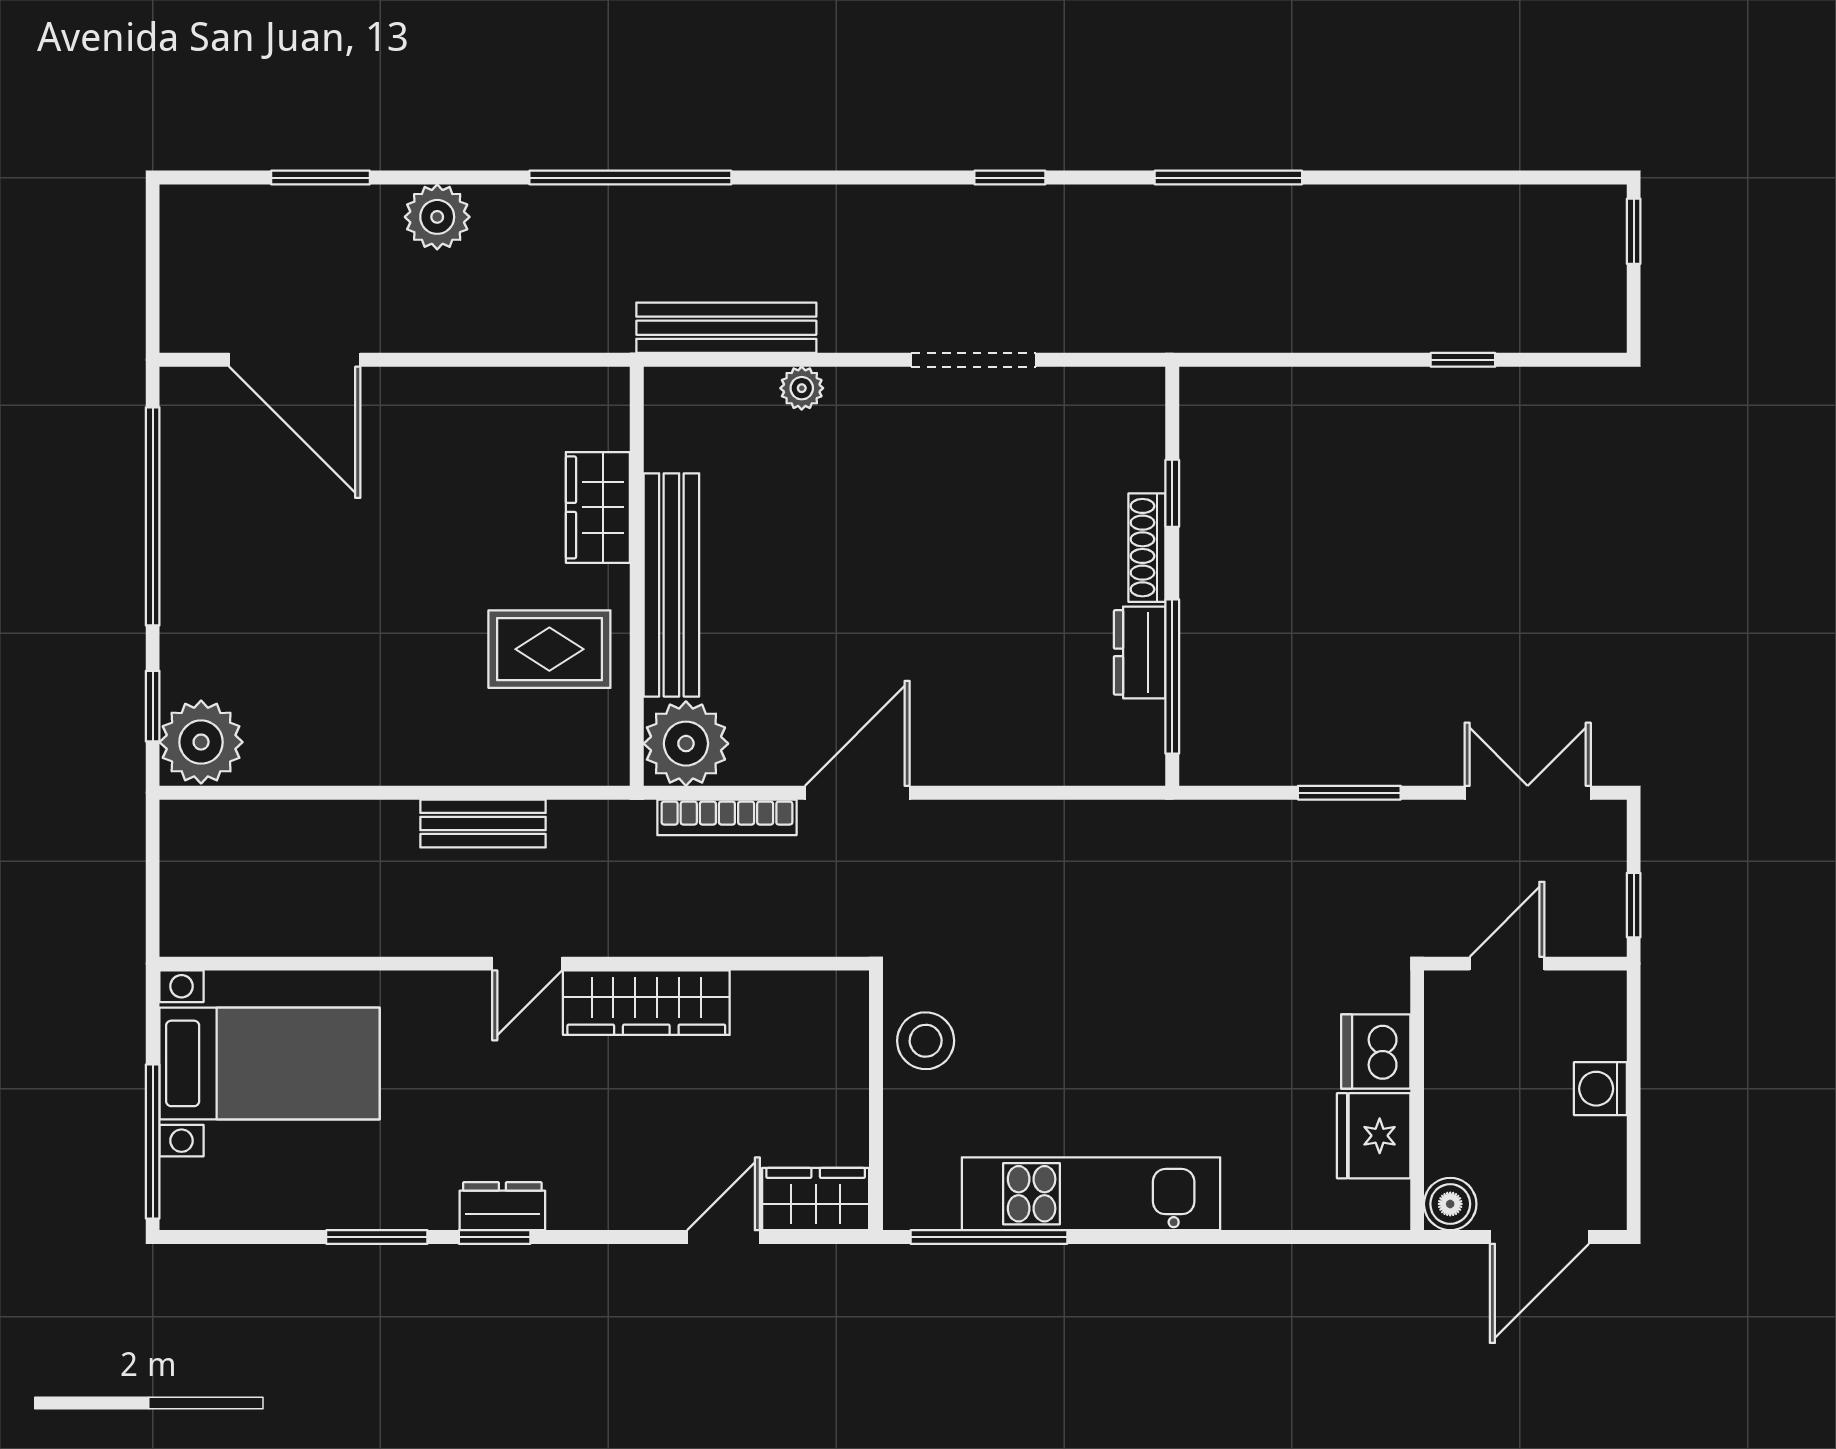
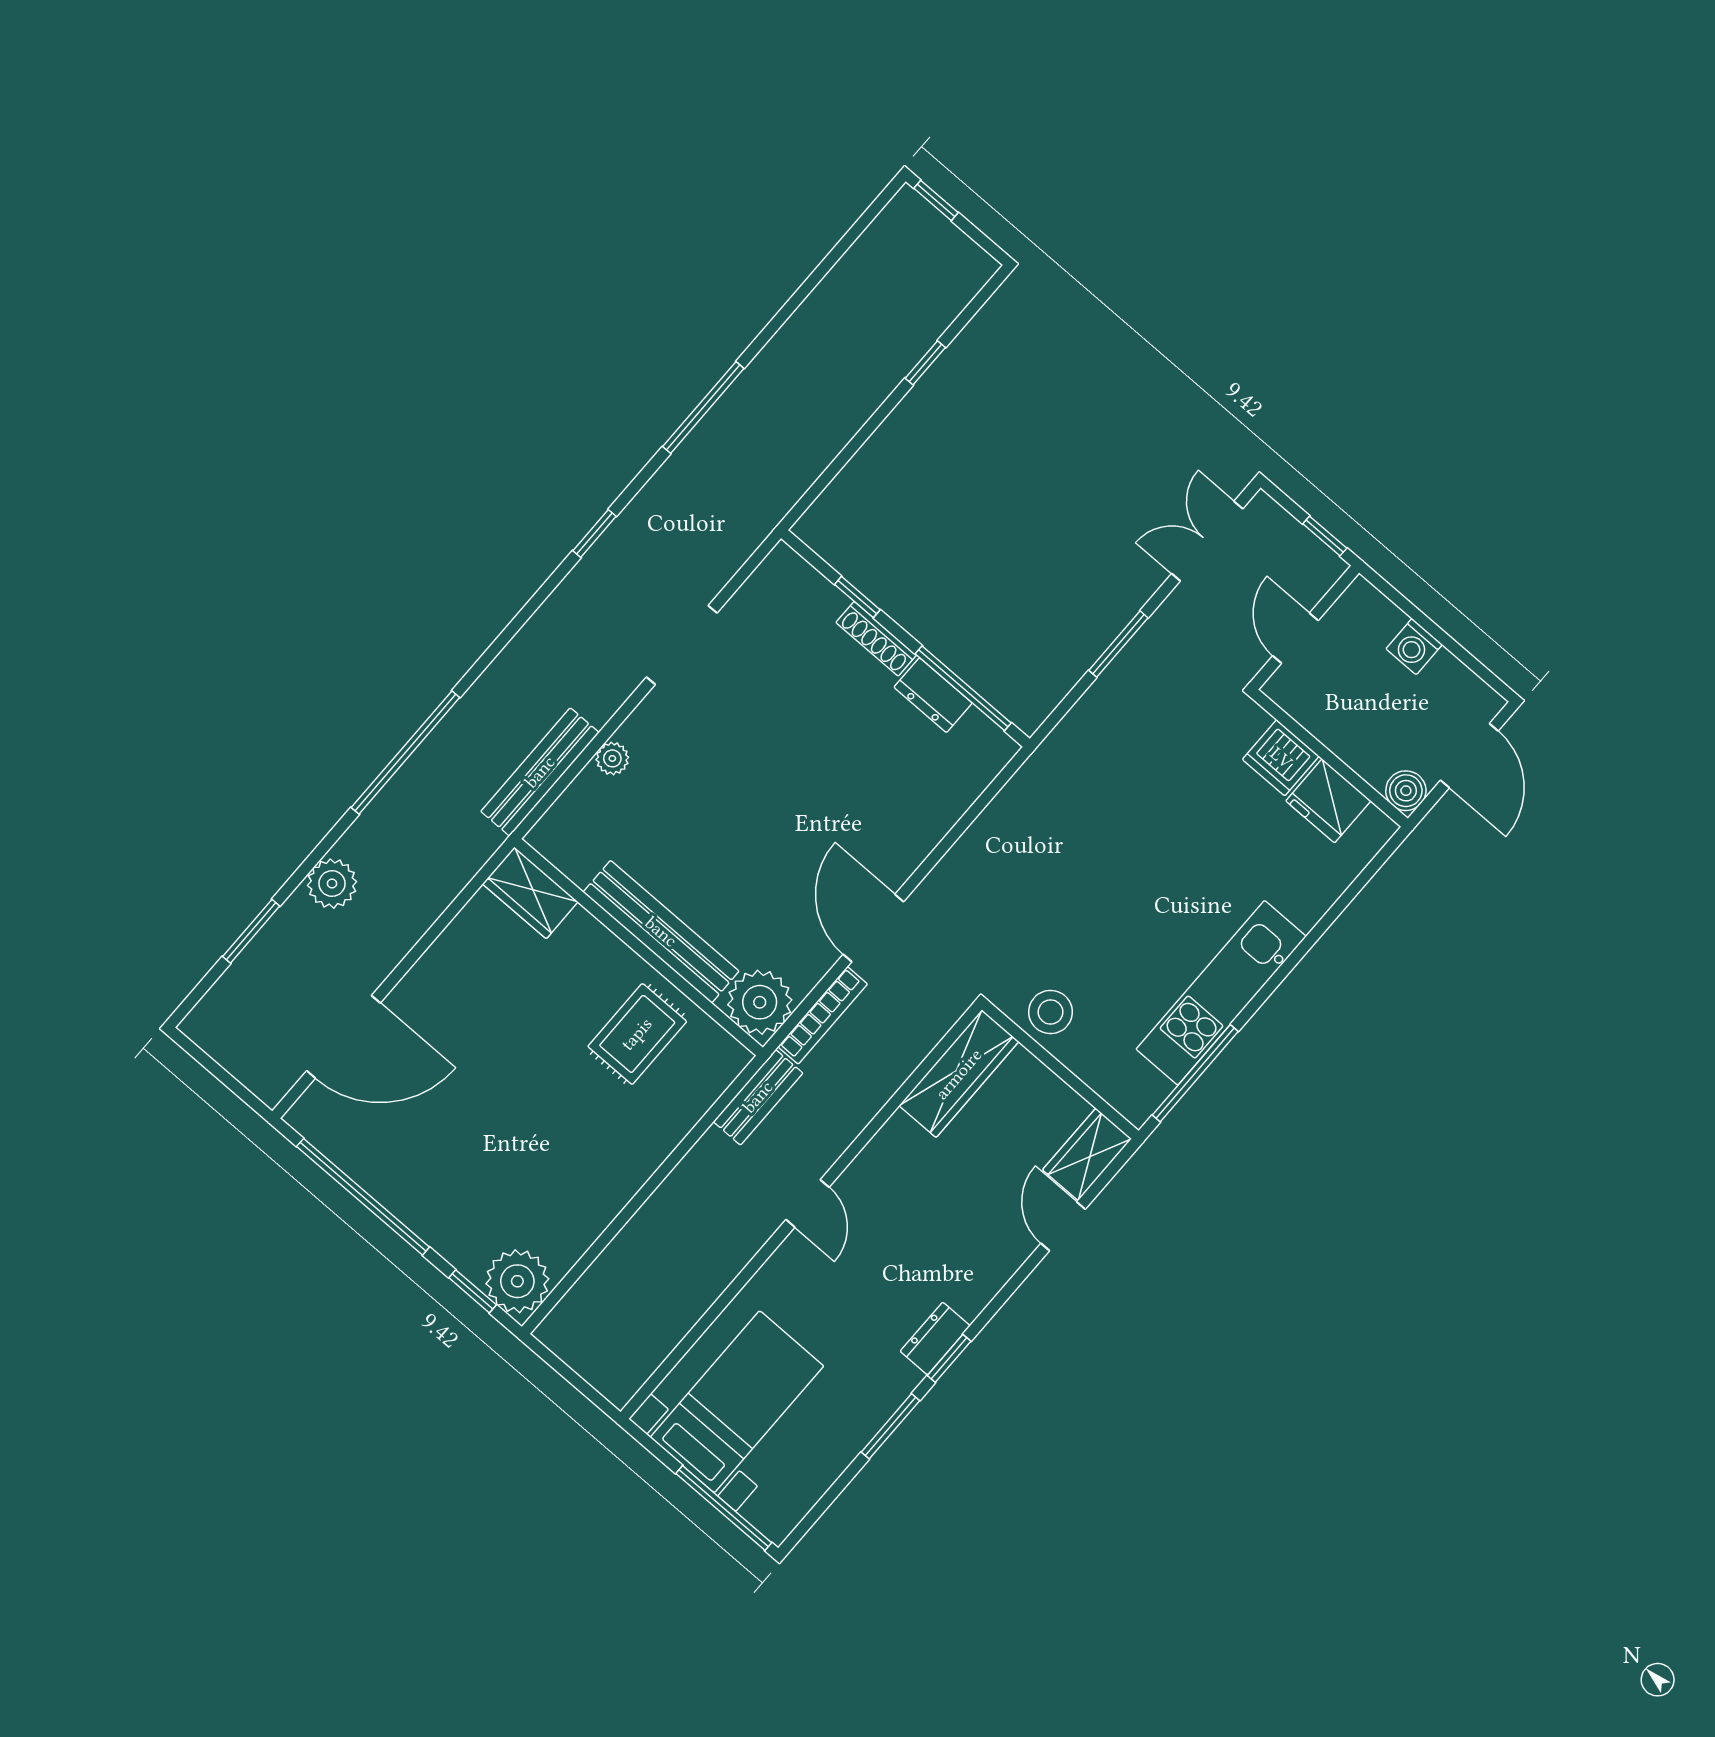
wardrobe: (598, 507) -> (530, 893), moved
bench: (483, 823) -> (758, 1097), moved
wardrobe: (646, 1003) -> (959, 1074), moved

